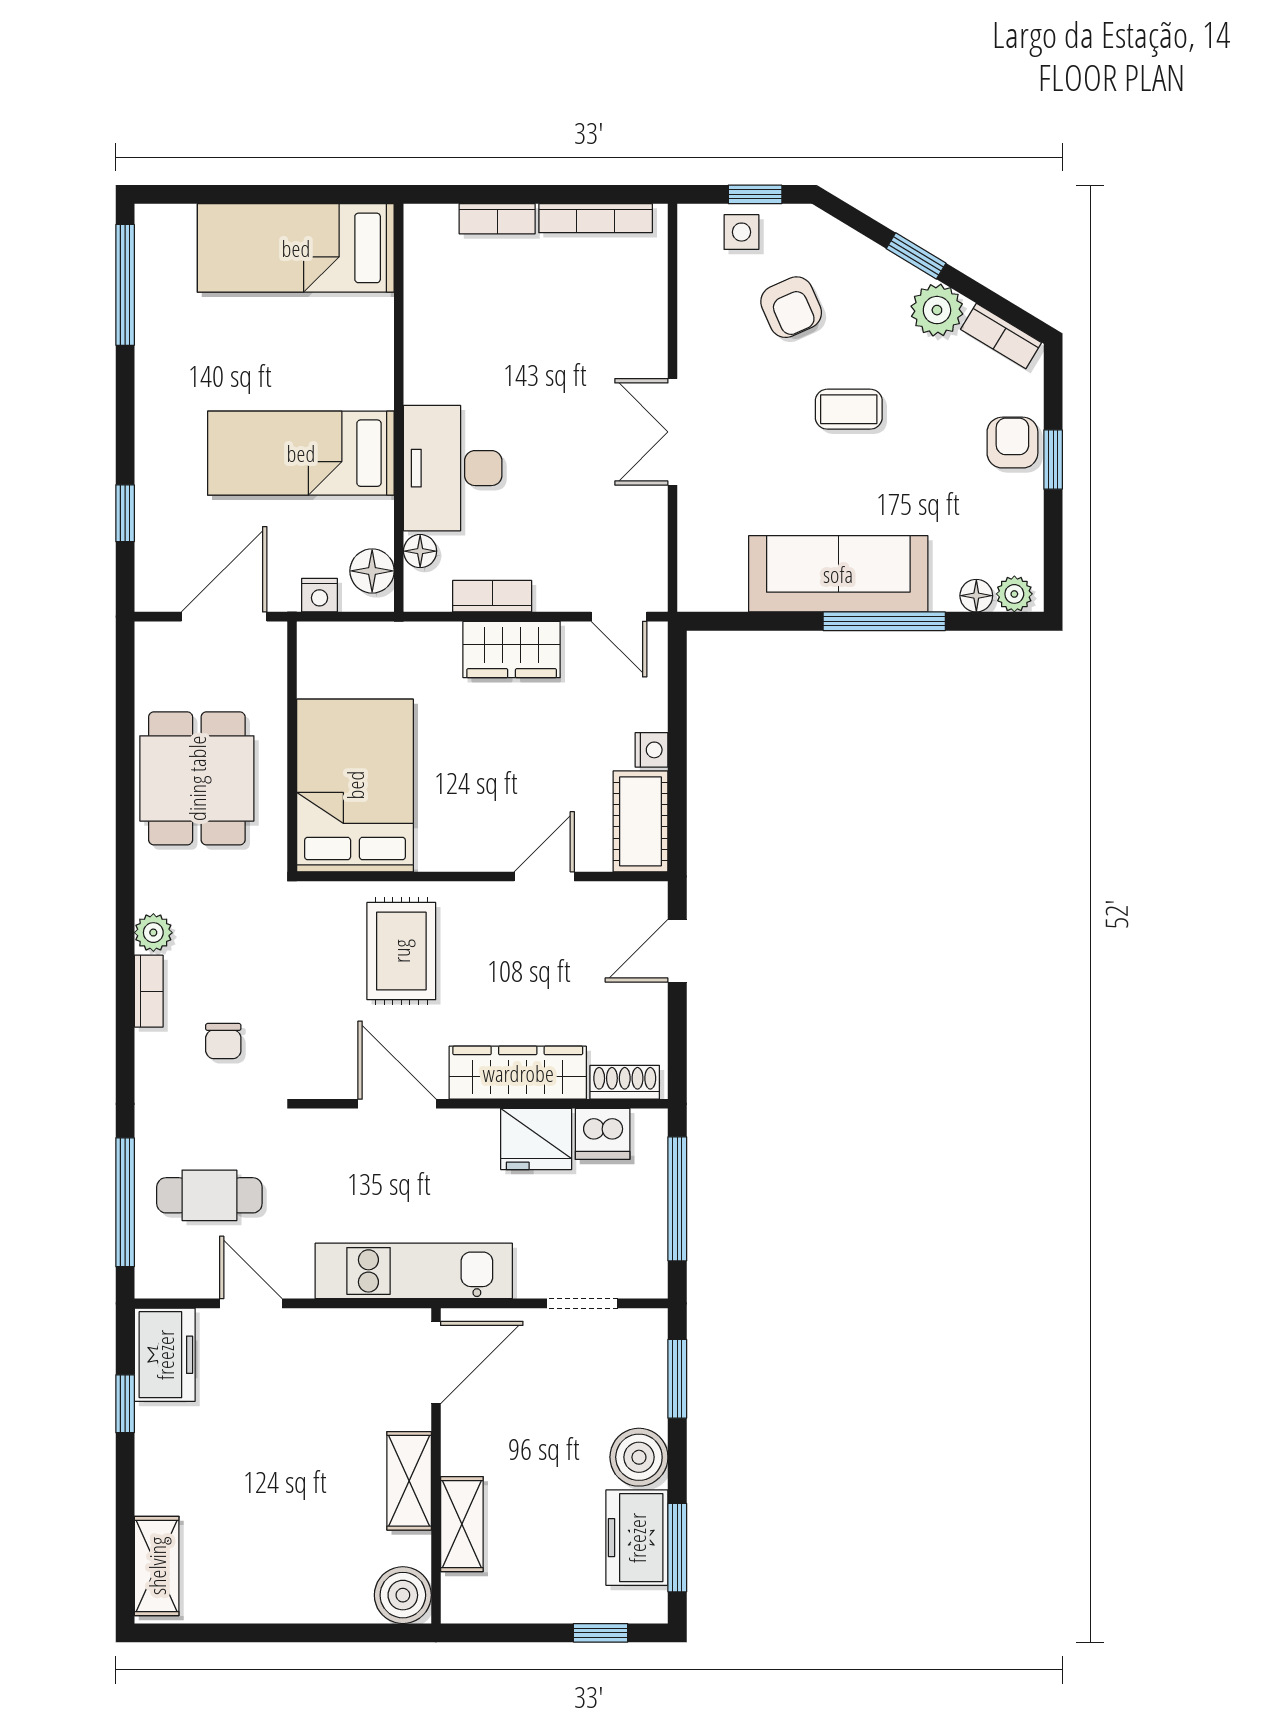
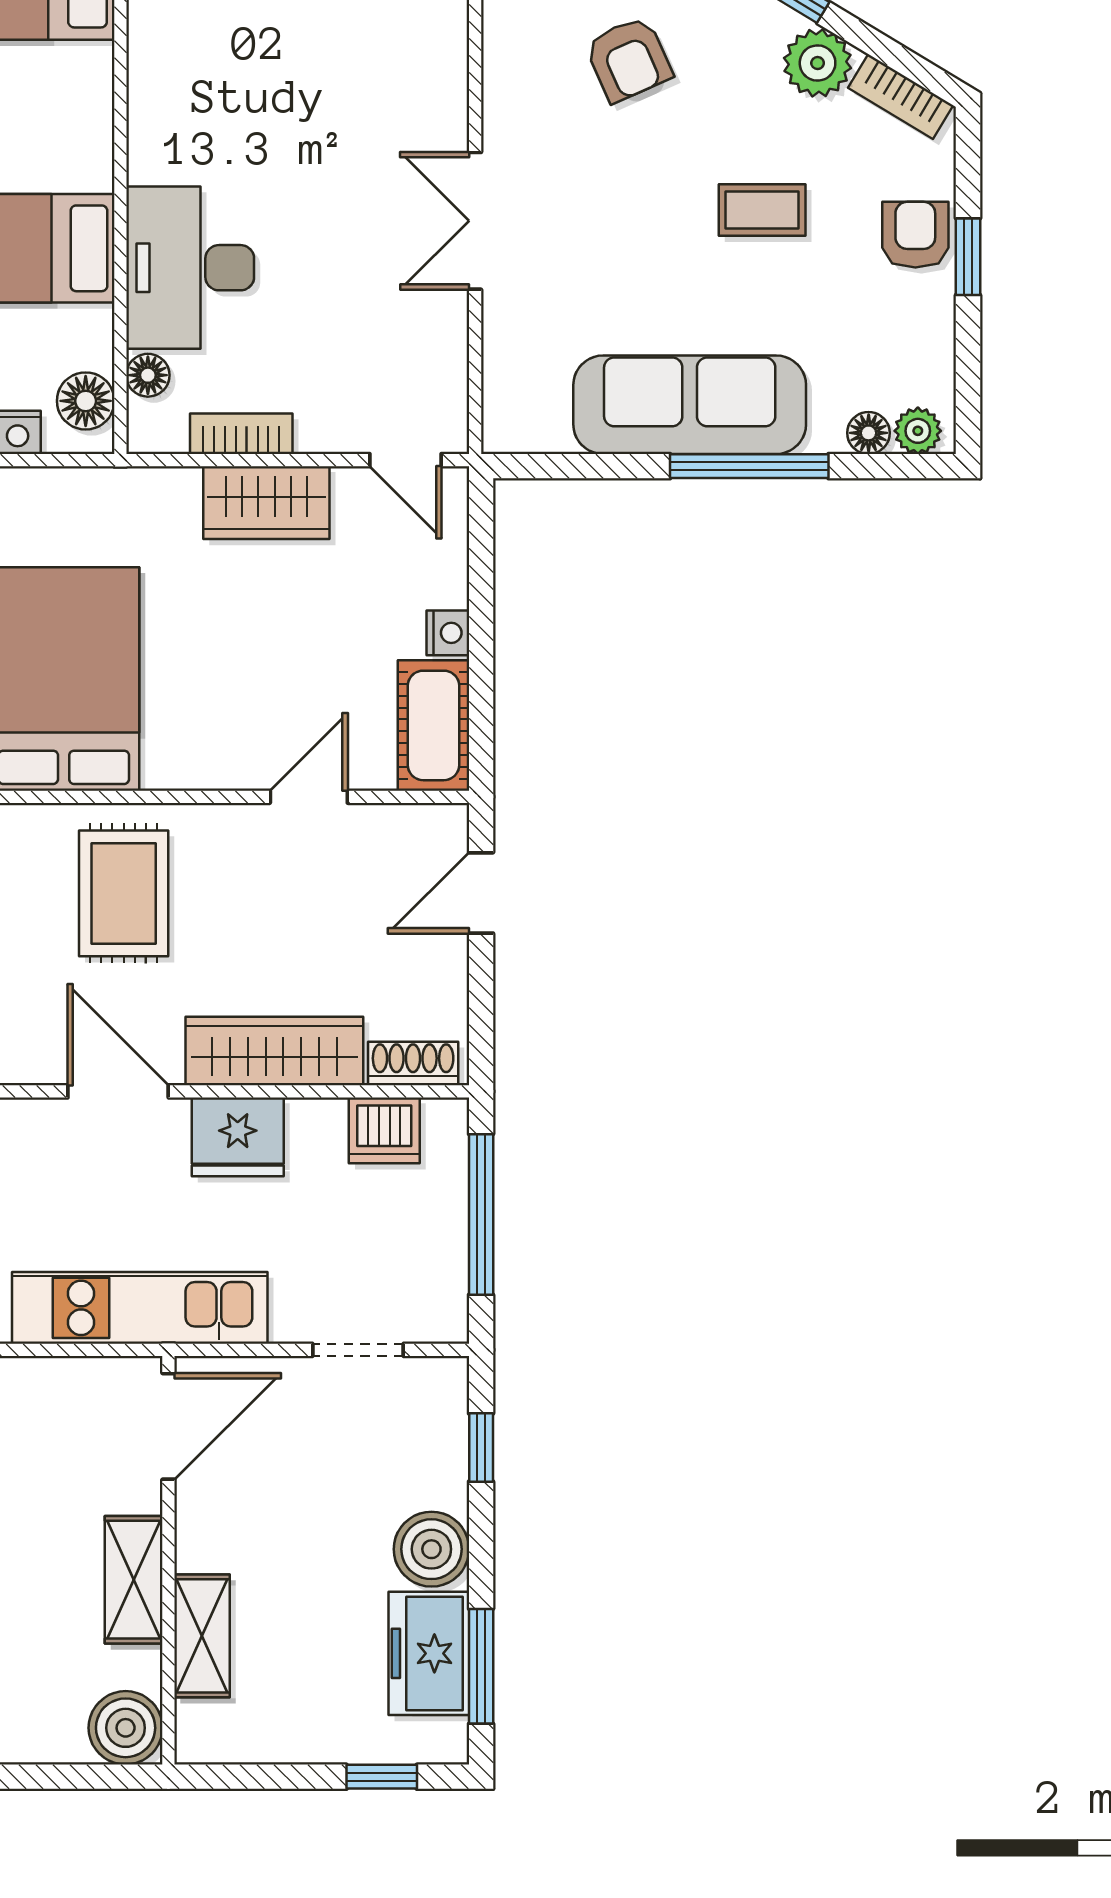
coffee table: (849, 409) -> (762, 210), moved
fridge: (536, 1139) -> (238, 1137), moved
window: (677, 1379) -> (481, 1447), width x0.67

